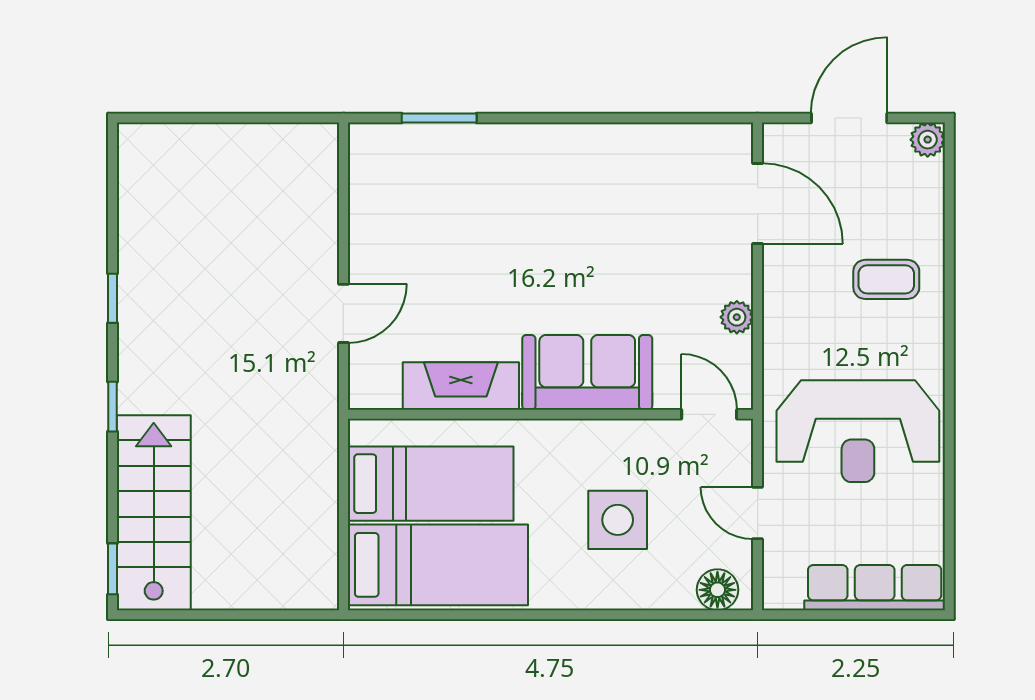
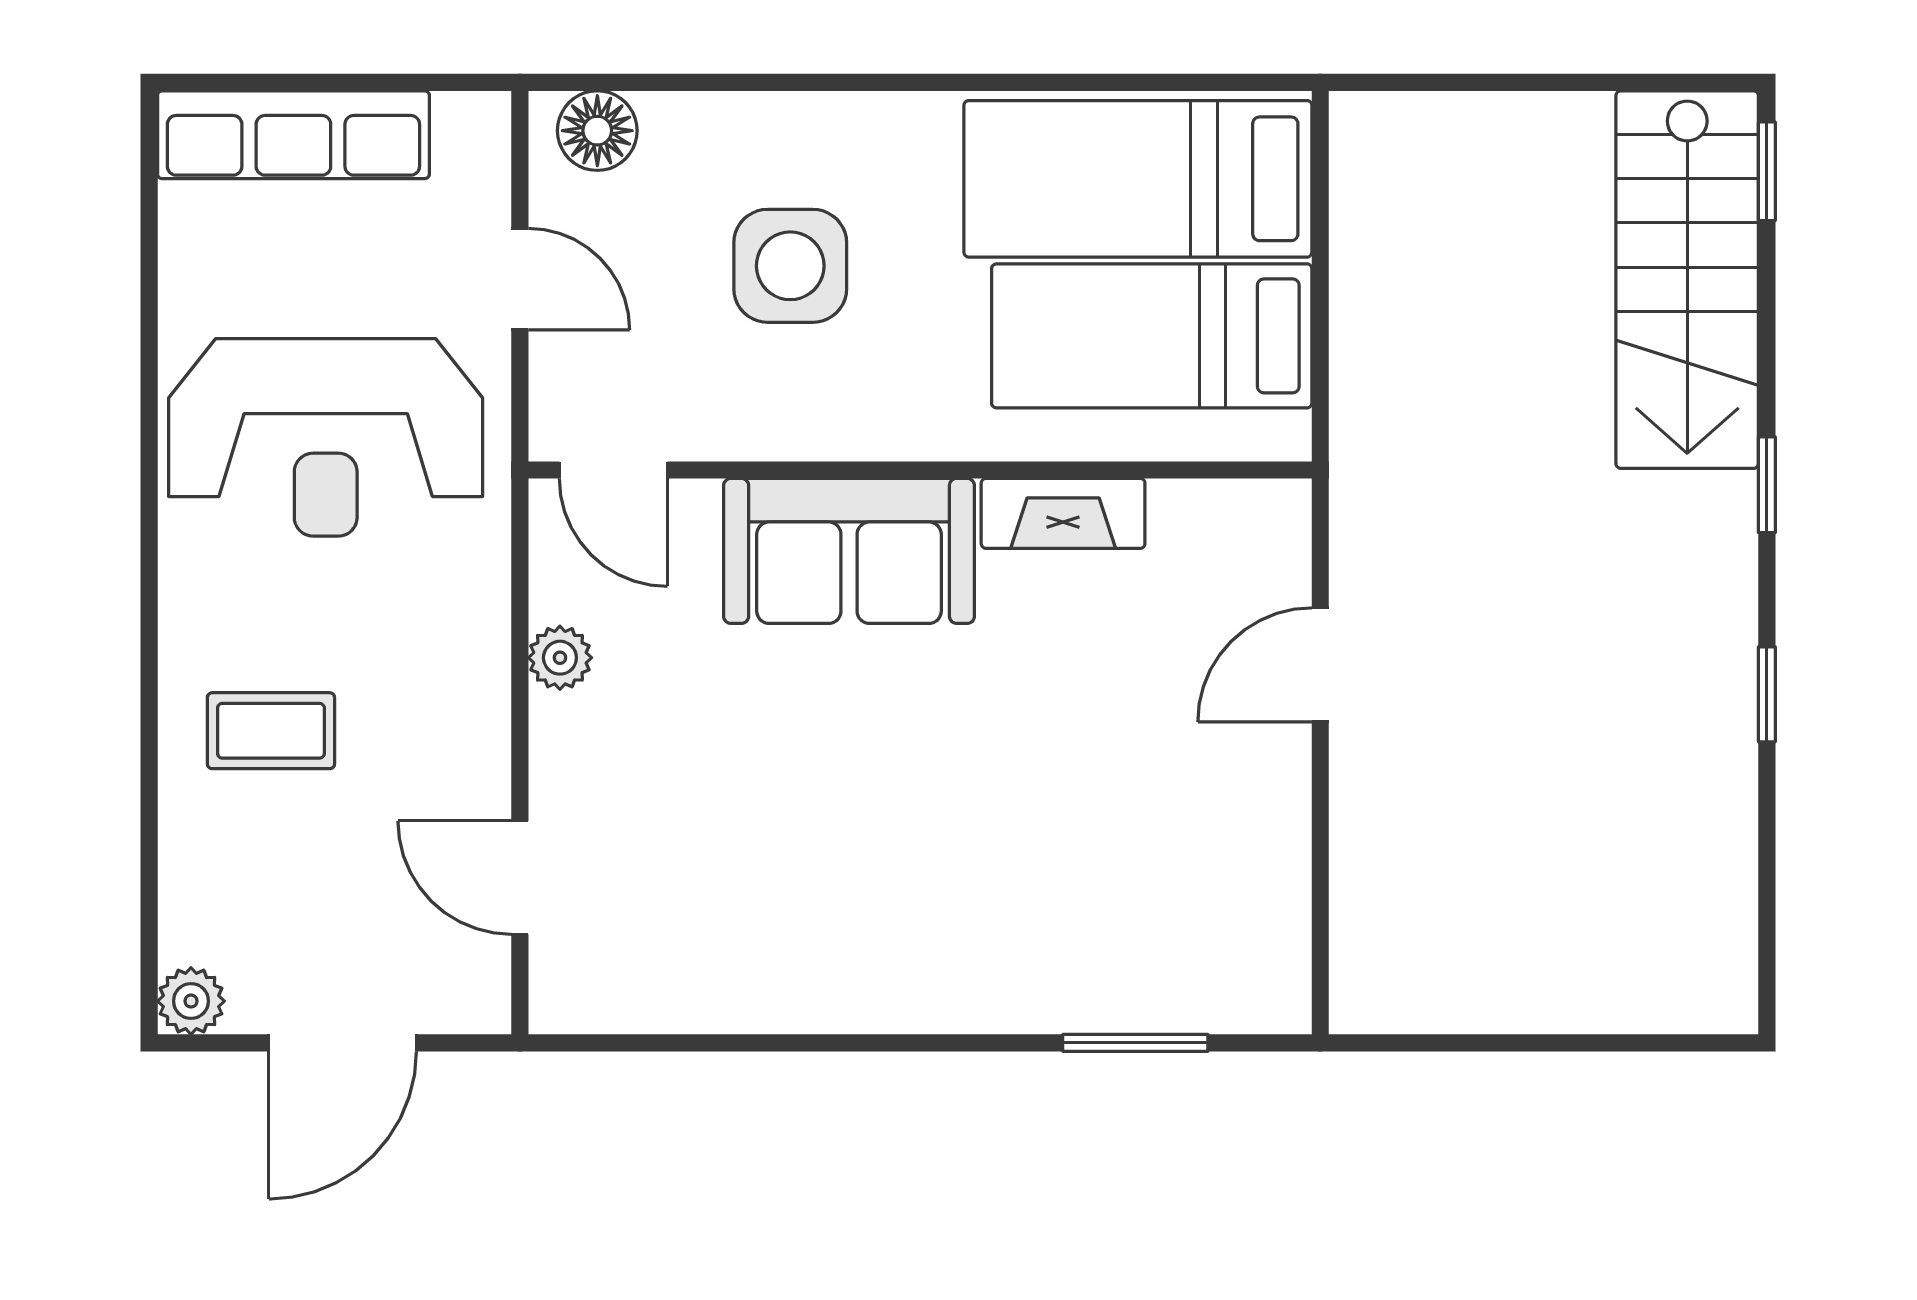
door: (758, 203) -> (520, 878), width x0.73
fireplace: (461, 386) -> (1063, 513), width x0.73, depth x0.76
reception desk: (858, 431) -> (326, 437), turned 180

